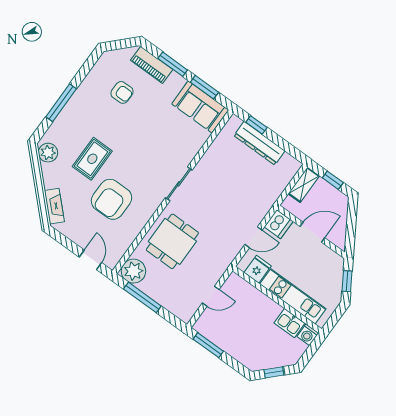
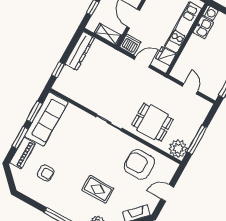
armchair: (122, 92) -> (46, 173), turned 90
sofa: (200, 107) -> (46, 119), width x1.36
dresser: (259, 143) -> (80, 51), moved
shelving: (304, 185) -> (108, 34), moved
armchair: (112, 199) -> (139, 164), moved, turned 180
door: (253, 237) -> (142, 62), hinge flipped
door: (90, 260) -> (167, 193), moved

